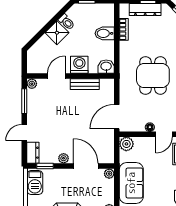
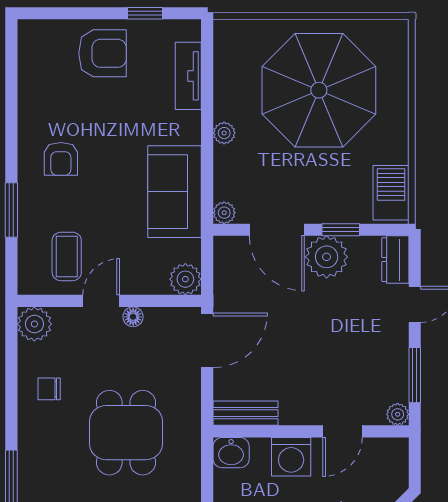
bench: (85, 84) -> (245, 413), moved
plant: (64, 158) -> (327, 257), width x1.88, depth x1.88
window: (45, 166) -> (341, 230), moved

